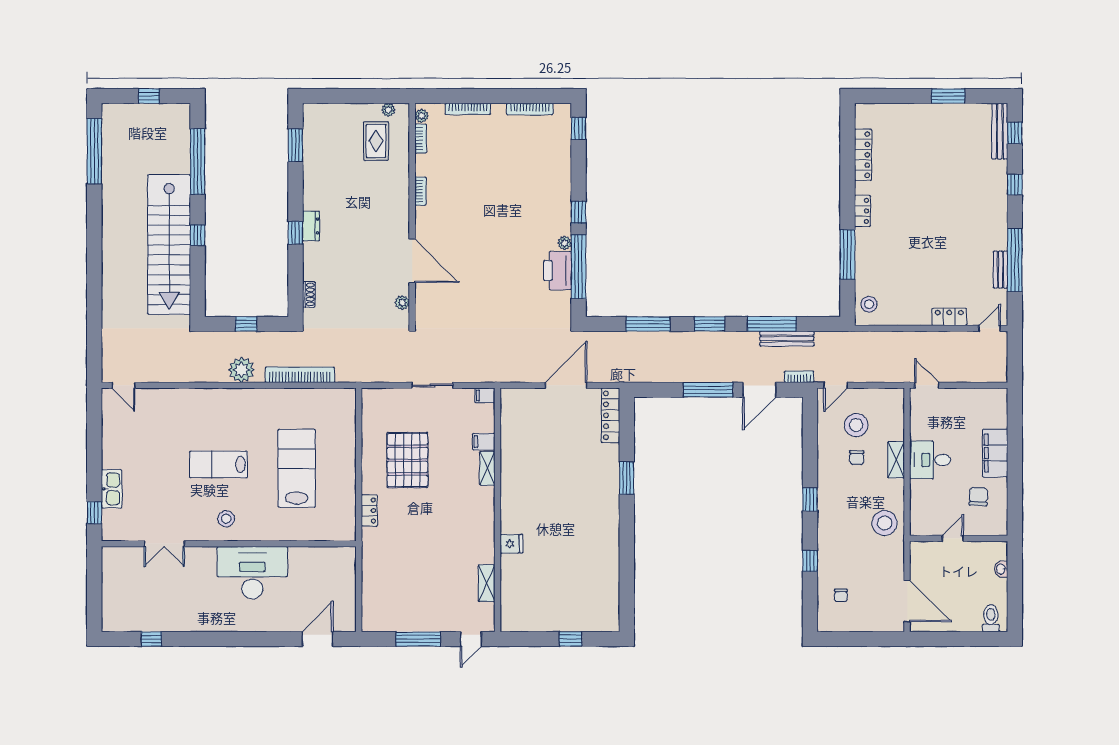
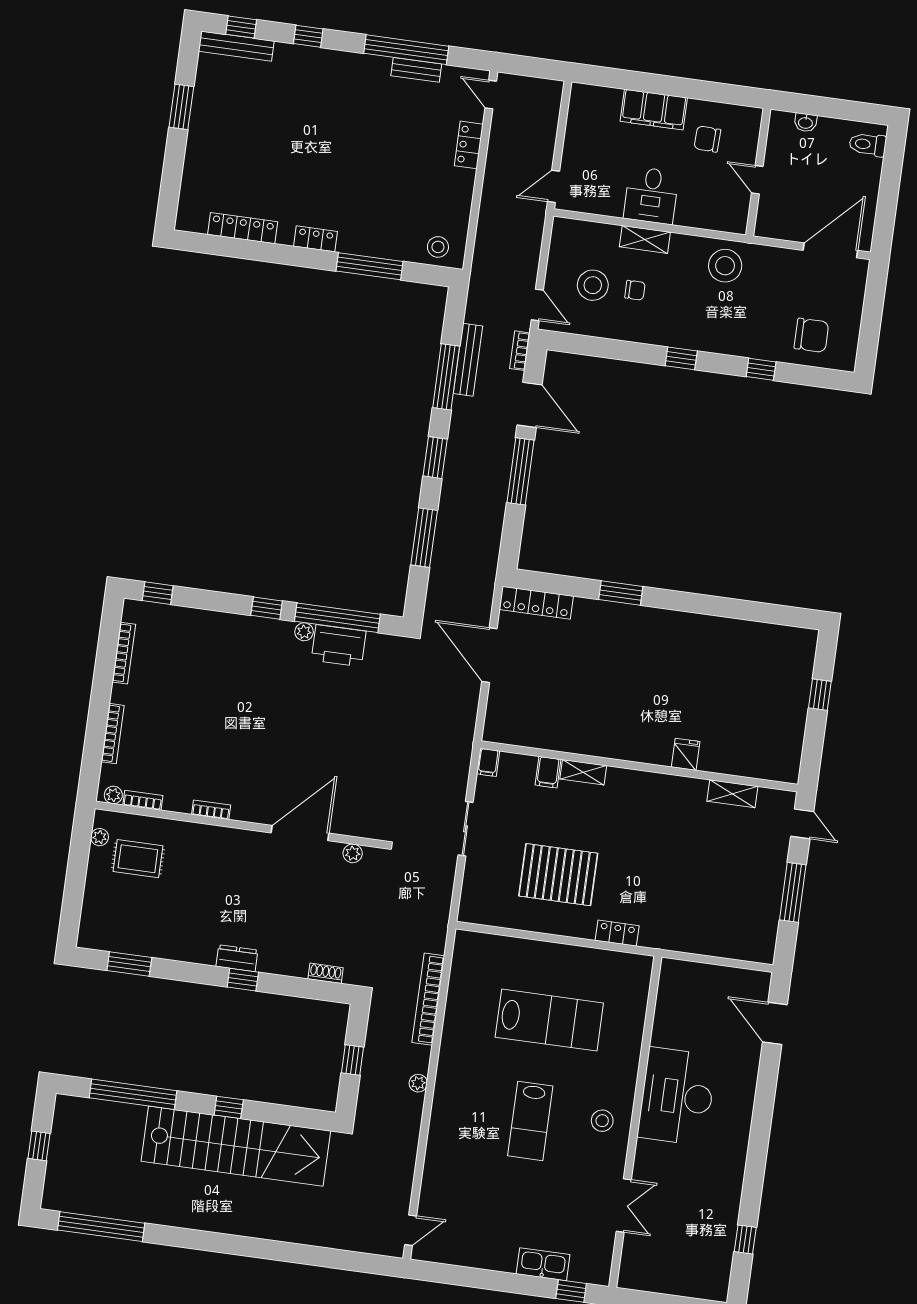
plant: (241, 370) -> (418, 1083), width x0.53, depth x0.53
lab bench: (297, 468) -> (549, 1020), turned 180
chair: (841, 595) -> (811, 335), width x1.87, depth x1.87

